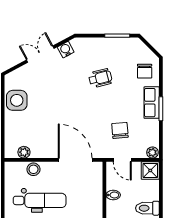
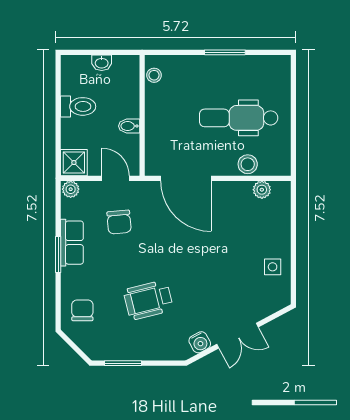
wheelchair: (100, 78) -> (148, 300), width x1.36, depth x1.37
side table: (17, 100) -> (273, 267), width x0.54, depth x0.54
row of seats: (152, 103) -> (72, 243), moved

